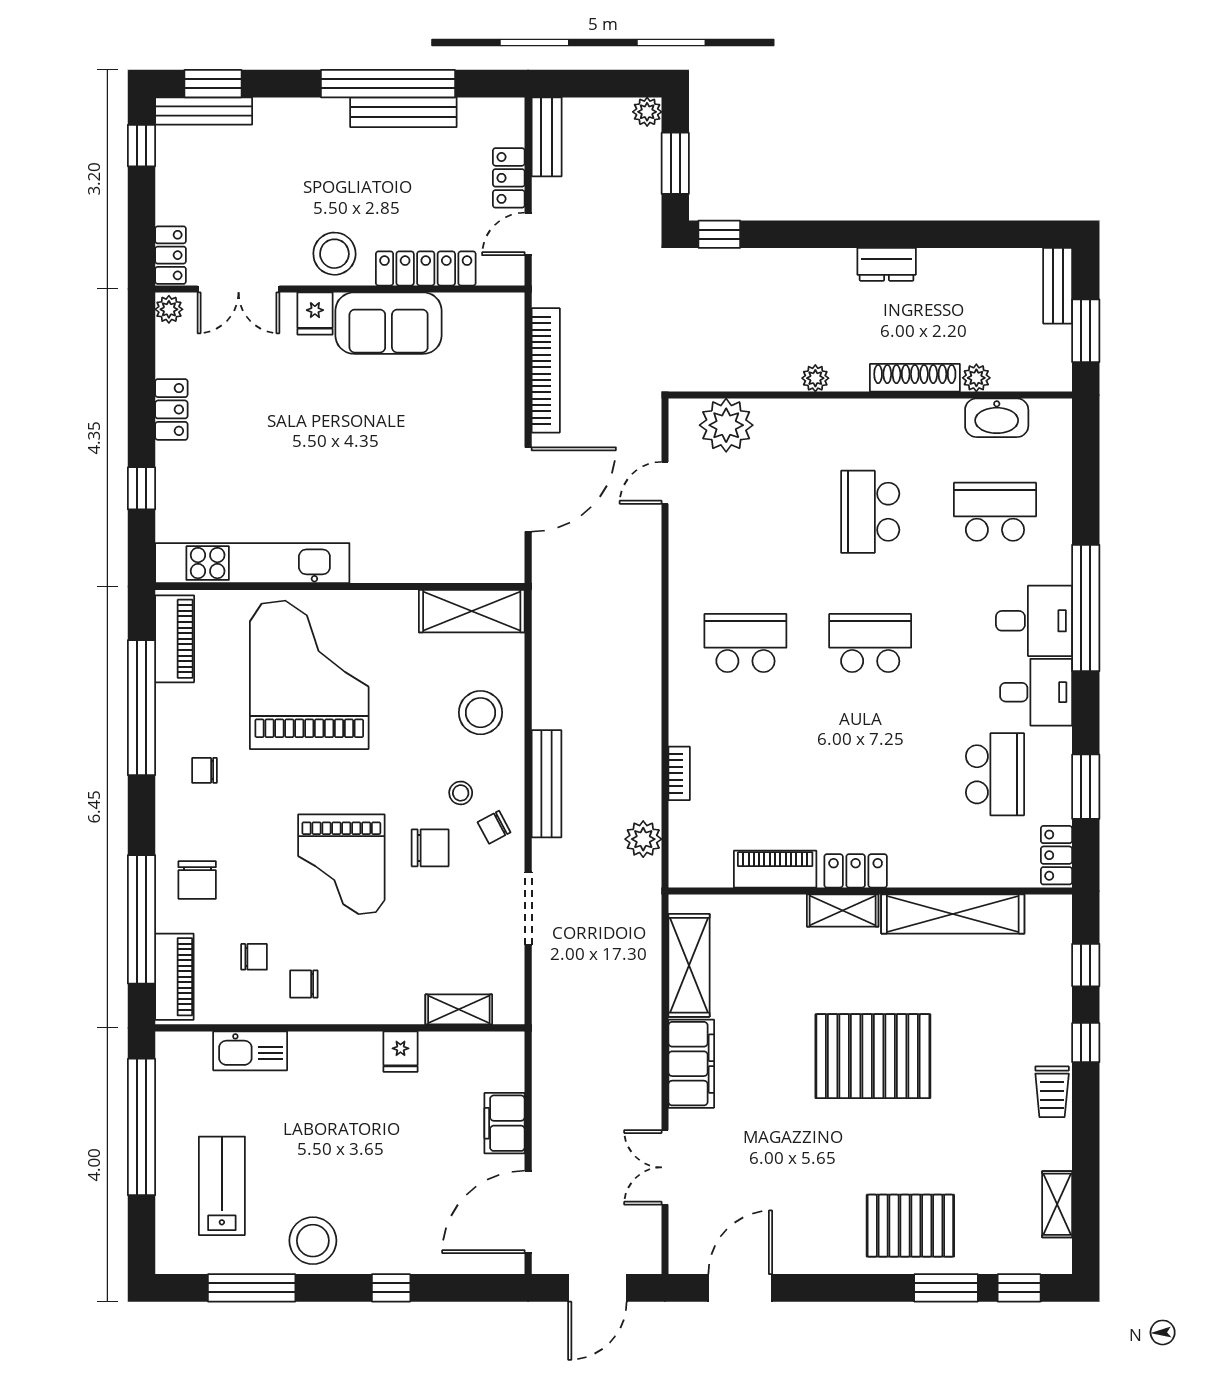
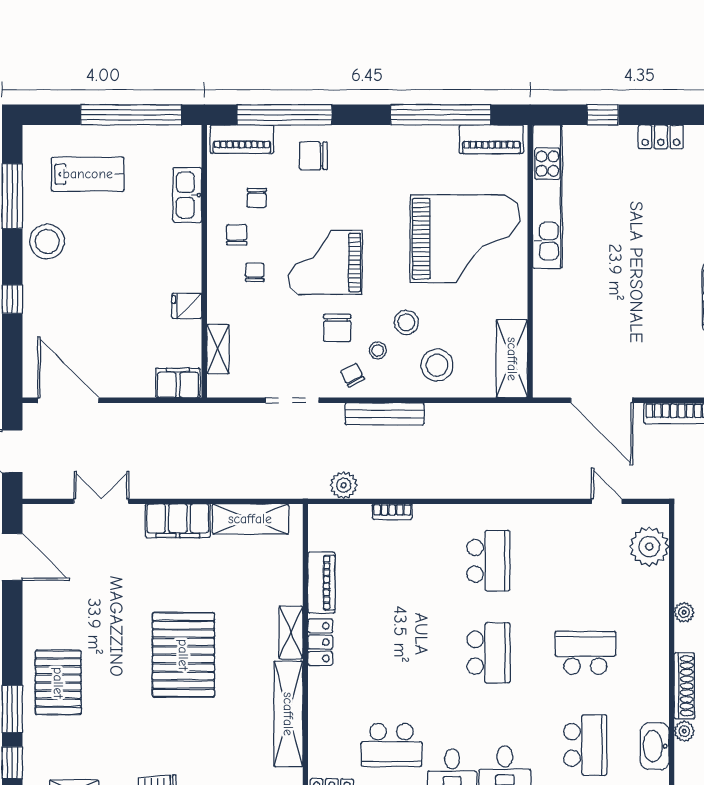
stool: (423, 754) -> (406, 322), added
chair: (205, 770) -> (255, 272), moved
filing cabinet: (505, 1123) -> (178, 383), moved

